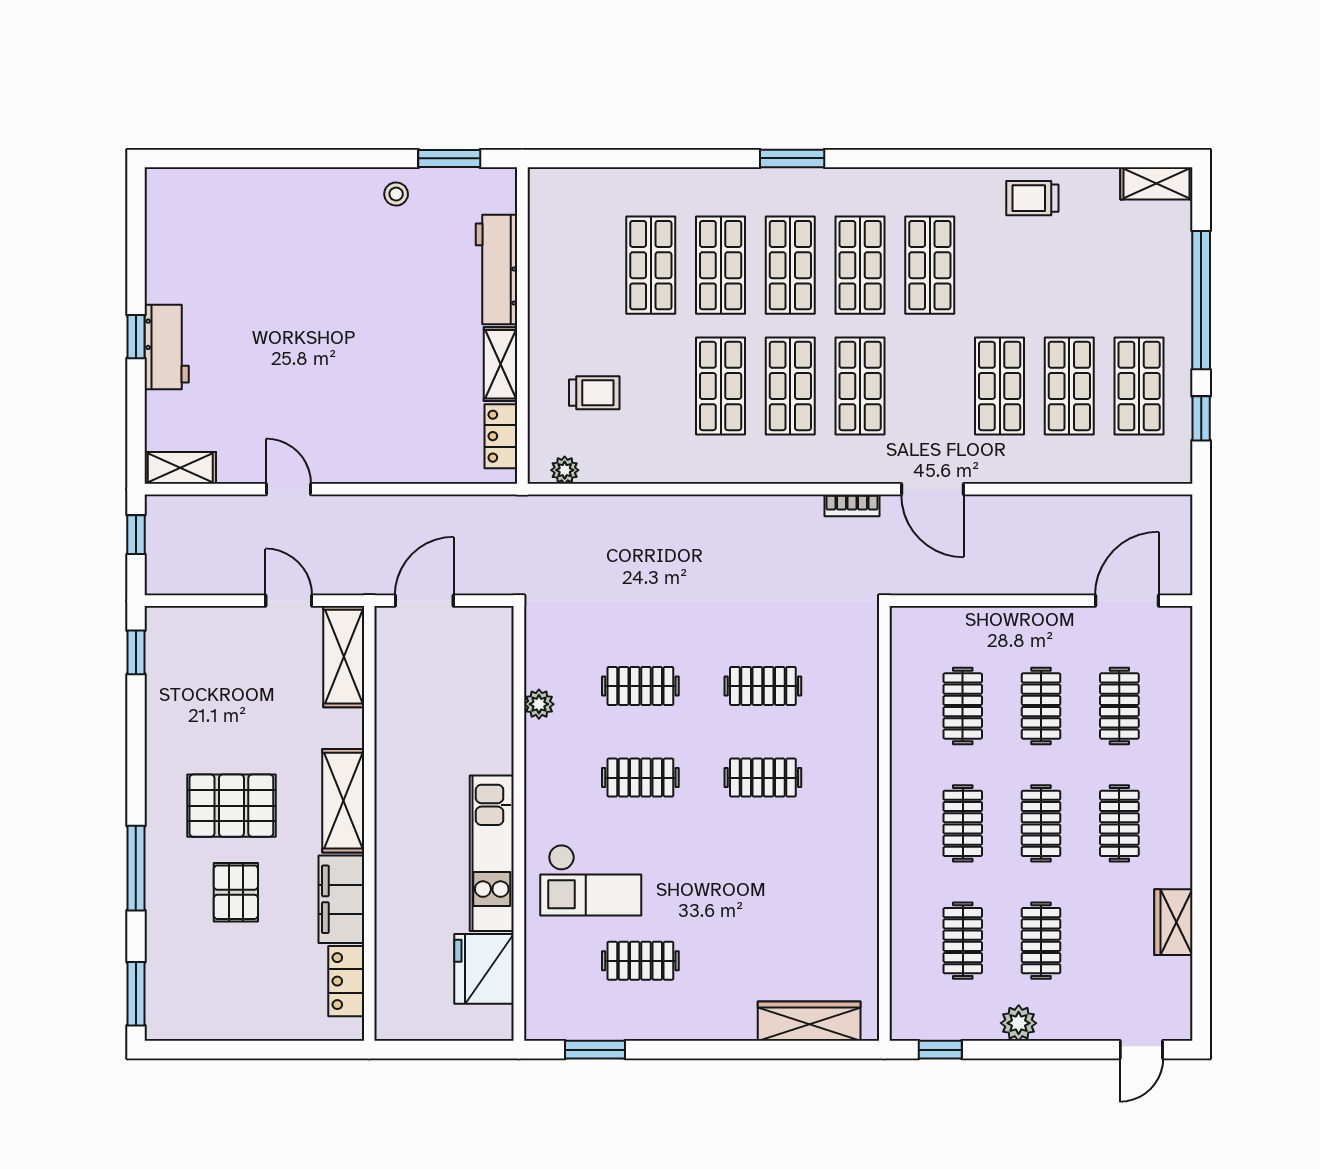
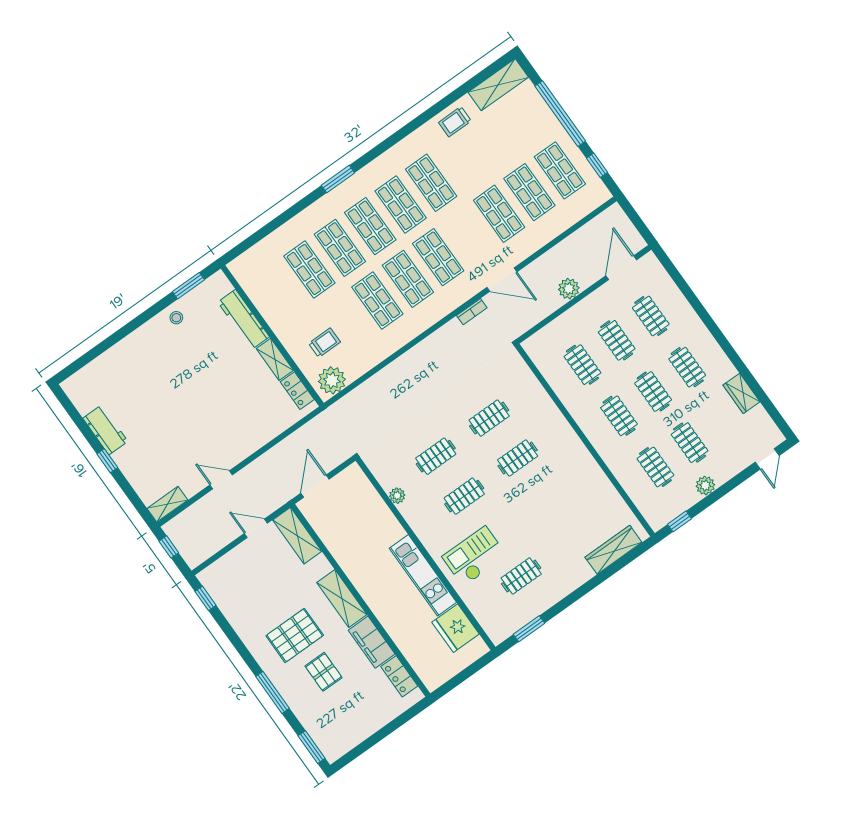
shelving: (1156, 183) -> (498, 85), width x1.50, depth x1.33
workbench: (167, 347) -> (105, 430), moved
plant: (565, 470) -> (332, 380), width x1.88, depth x1.88
plant: (1024, 576) -> (569, 289), added
checkout: (591, 880) -> (474, 556), turned 180

